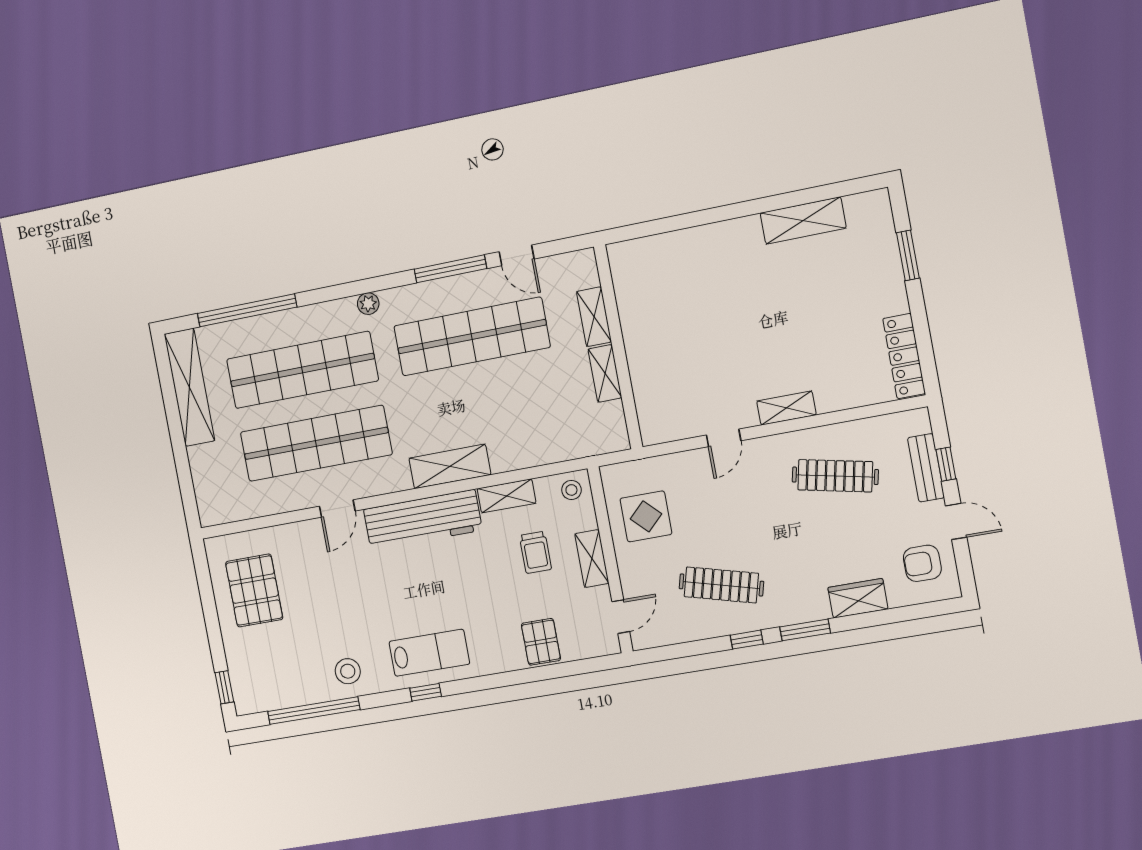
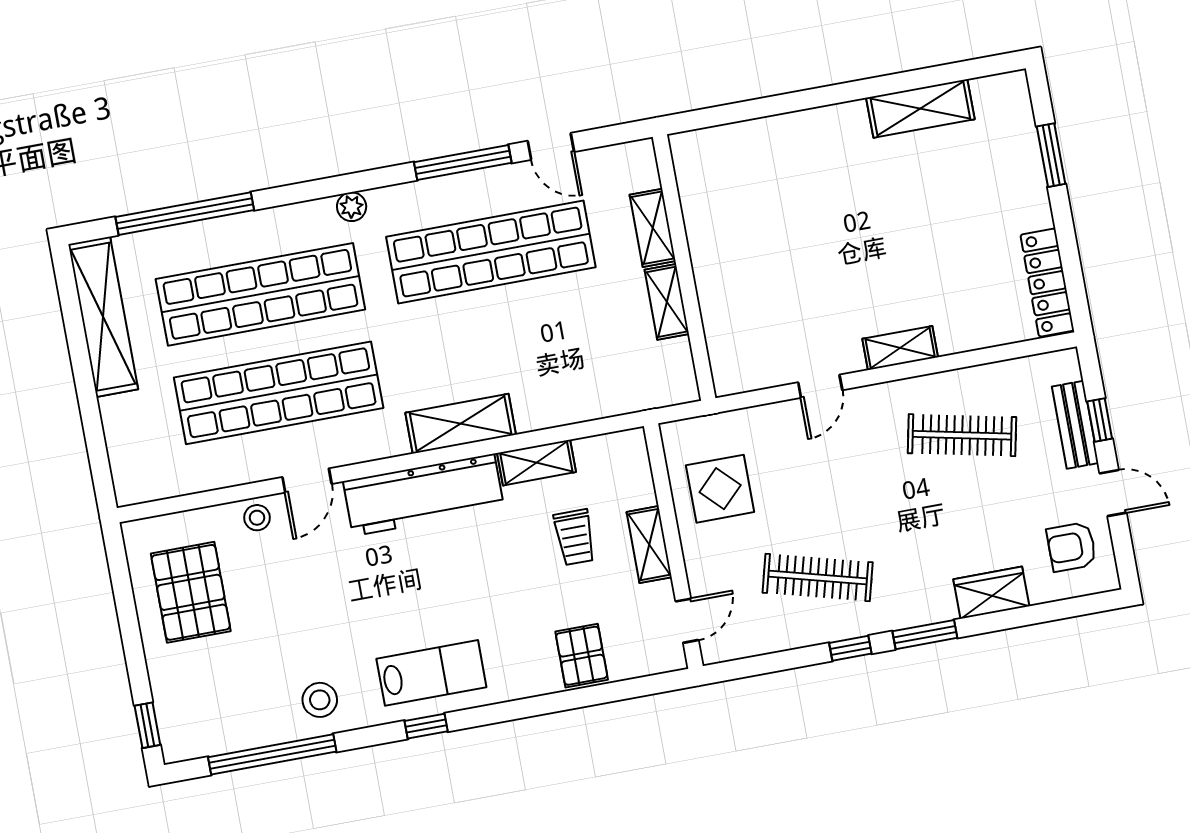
stool: (571, 490) -> (257, 518), moved

